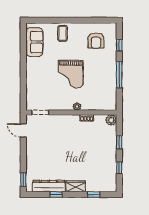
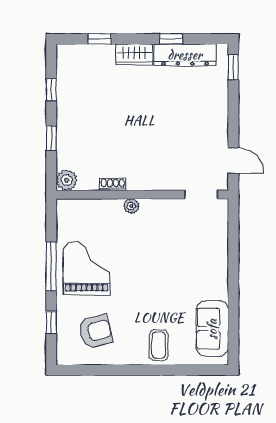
armchair: (96, 40) -> (95, 331), turned 76
grand piano: (71, 74) -> (87, 268), moved

